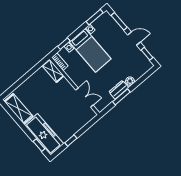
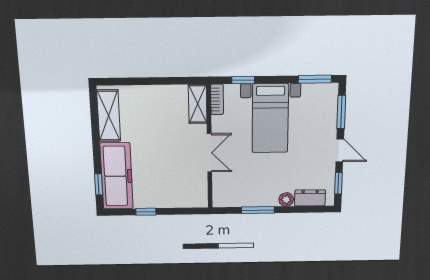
dresser: (119, 90) -> (310, 198), moved
double door: (84, 98) -> (209, 153), moved

